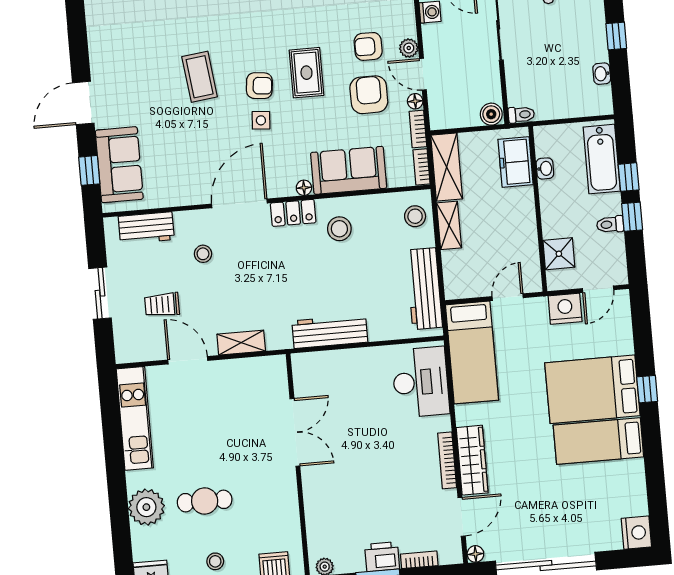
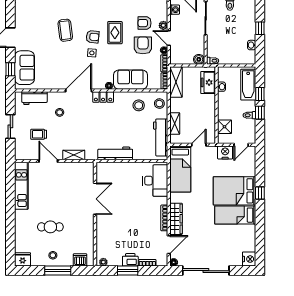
shelving: (449, 225) -> (175, 124), moved
stool: (339, 229) -> (139, 105), moved
plant: (146, 507) -> (23, 227), removed

